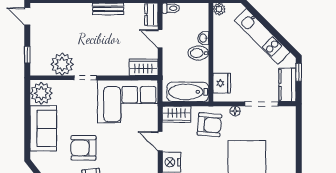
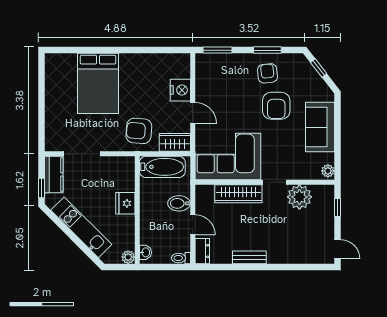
washbasin: (203, 38) -> (145, 252), moved
bidet: (198, 53) -> (179, 203), moved, turned 180
wardrobe: (144, 67) -> (238, 194), moved, width x1.50
fridge: (222, 83) -> (125, 203), moved
plant: (41, 93) -> (328, 171), width x0.53, depth x0.53
floor lamp: (235, 111) -> (111, 146), removed
armchair: (83, 148) -> (276, 106), turned 90

